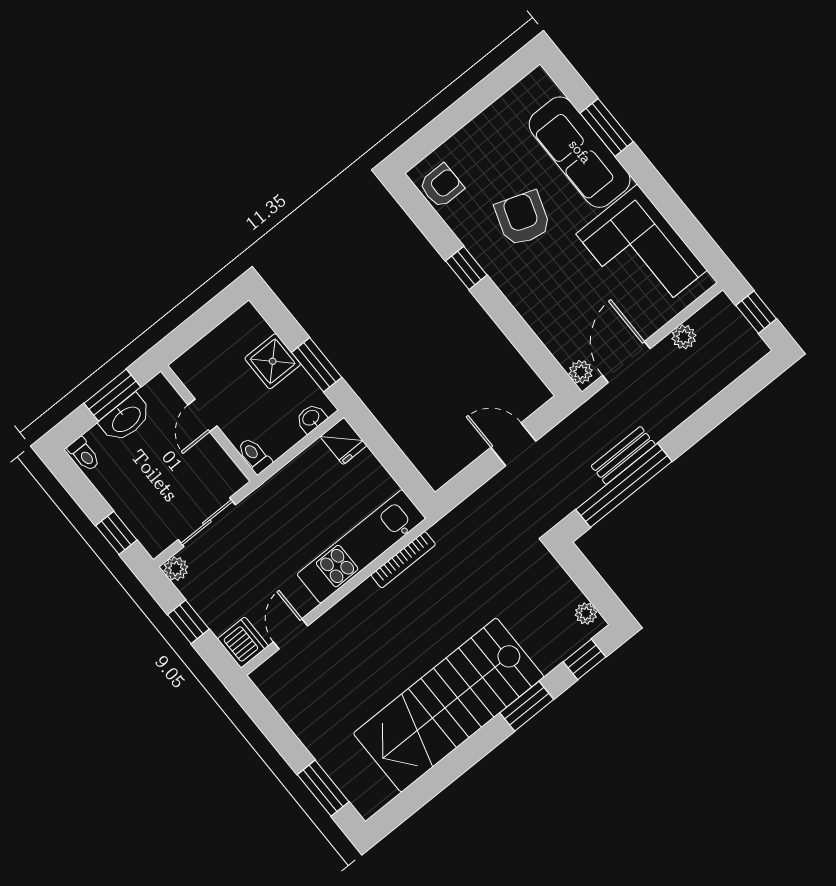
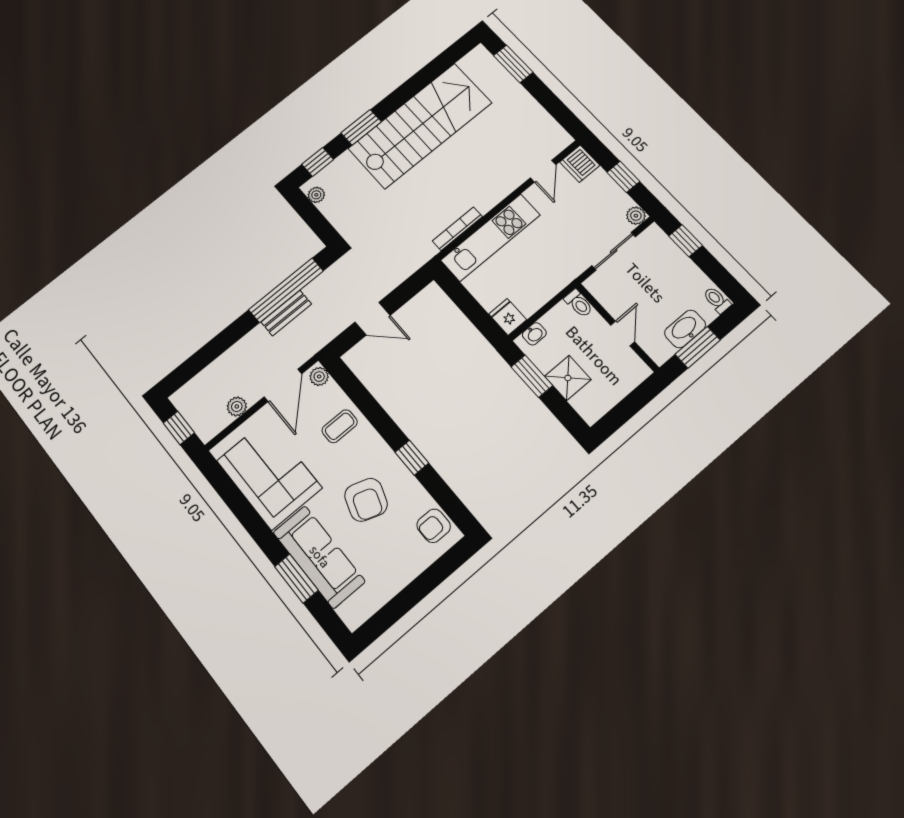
coffee table: (555, 309) -> (340, 426), added

